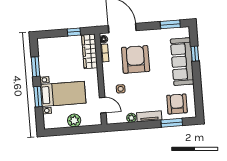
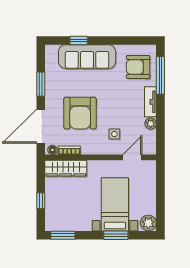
window: (170, 24) -> (41, 84), moved
window: (74, 32) -> (41, 201), moved
armchair: (136, 59) -> (80, 113), turned -90
window: (36, 67) -> (63, 235), moved
plant: (74, 120) -> (148, 223), moved
window: (172, 123) -> (160, 75), width x1.44

